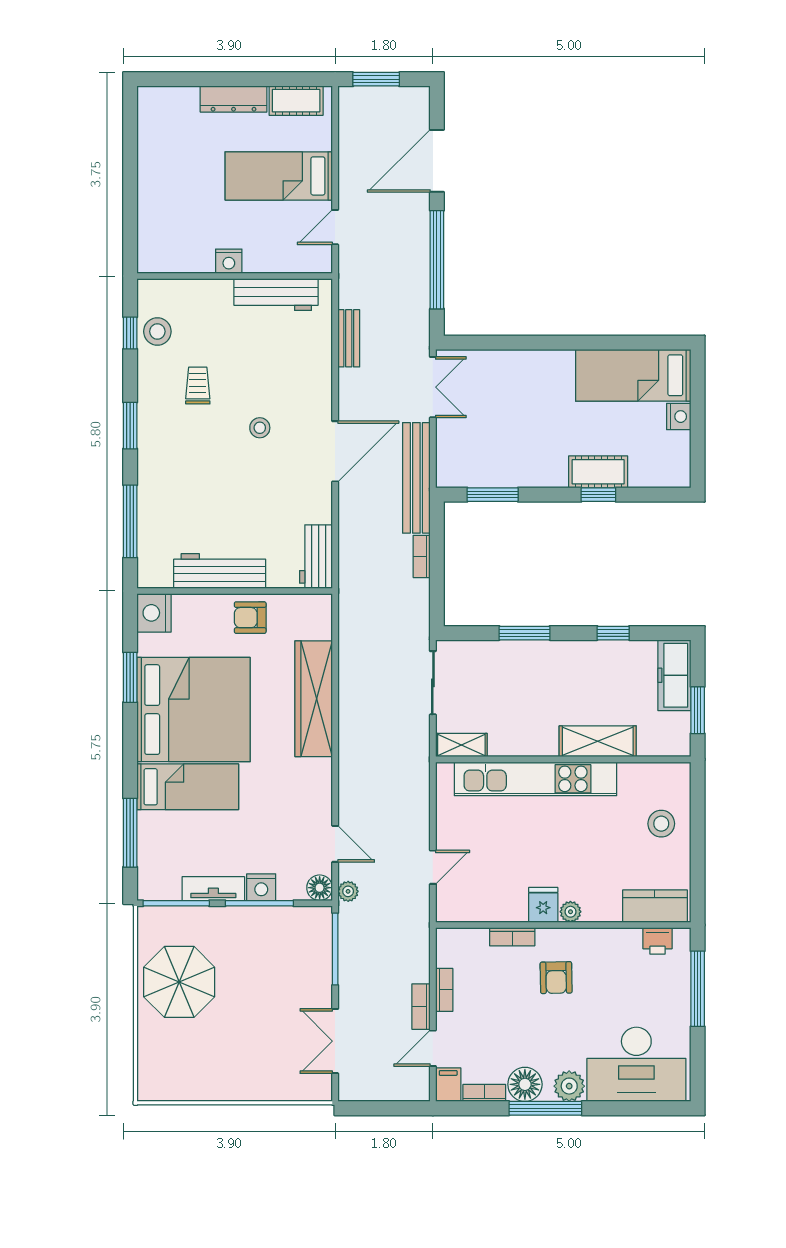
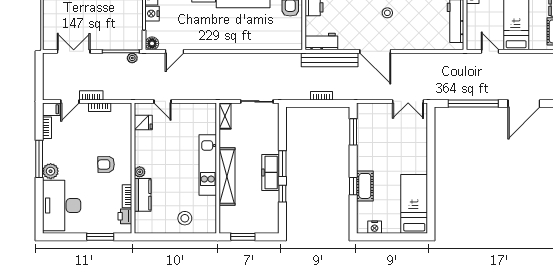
door: (437, 161) -> (524, 103), swing flipped
bench: (349, 338) -> (433, 58), removed
nightstand: (679, 417) -> (375, 227), moved
bench: (416, 478) -> (330, 60), moved
window: (524, 633) -> (282, 164), moved
freezer: (674, 675) -> (270, 172), moved, turned -90
wardrobe: (314, 699) -> (249, 40), removed
shelving: (598, 741) -> (227, 177), width x1.47
kitchen unit: (536, 779) -> (208, 165), width x0.73
plant: (348, 891) -> (132, 58), moved
fridge: (543, 905) -> (143, 122), moved
kitchen counter: (655, 906) -> (143, 195), moved
bookcase: (512, 937) -> (127, 196), moved
window: (698, 989) -> (100, 237), width x0.69
door: (433, 1048) -> (70, 101), swing flipped
floor lamp: (525, 1084) -> (51, 148), removed

